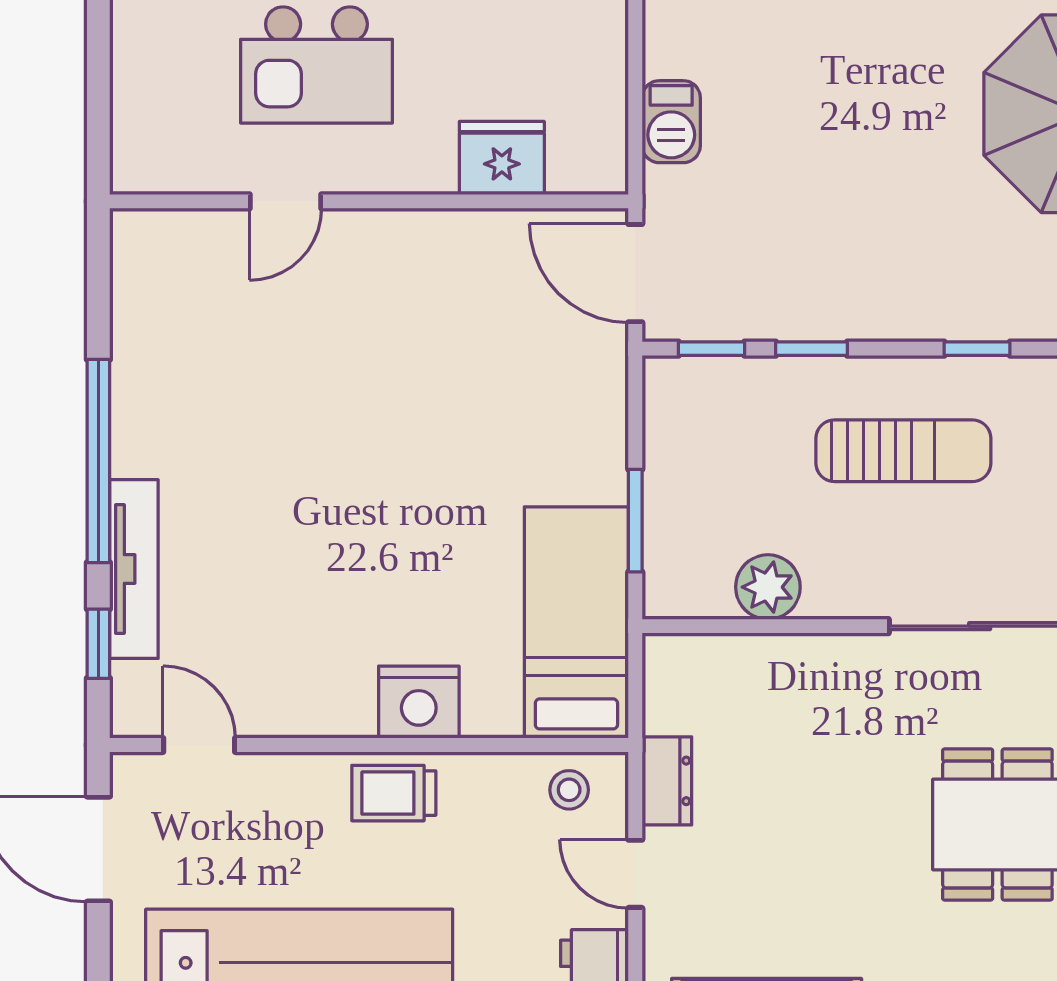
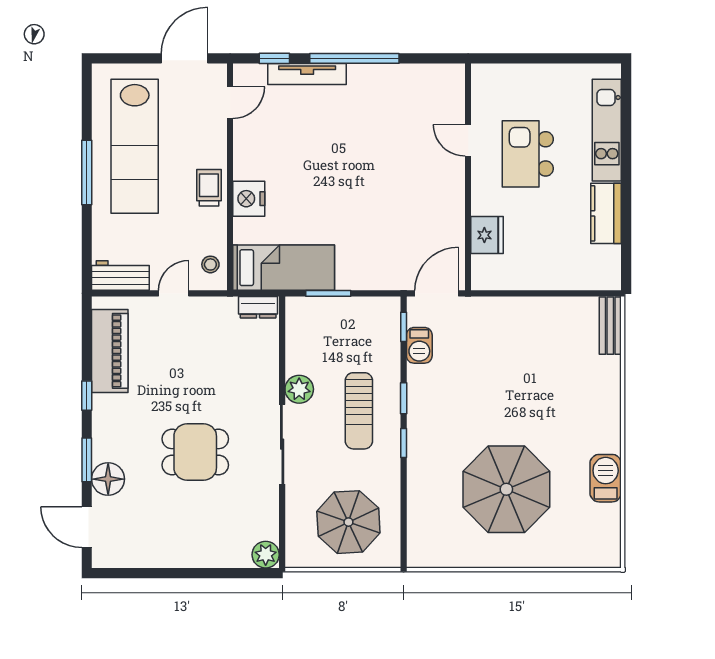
barbecue: (671, 122) -> (419, 345), moved, turned -90
window: (811, 349) -> (404, 398), moved
plant: (768, 587) -> (299, 389), moved
dresser: (667, 781) -> (258, 307), moved

